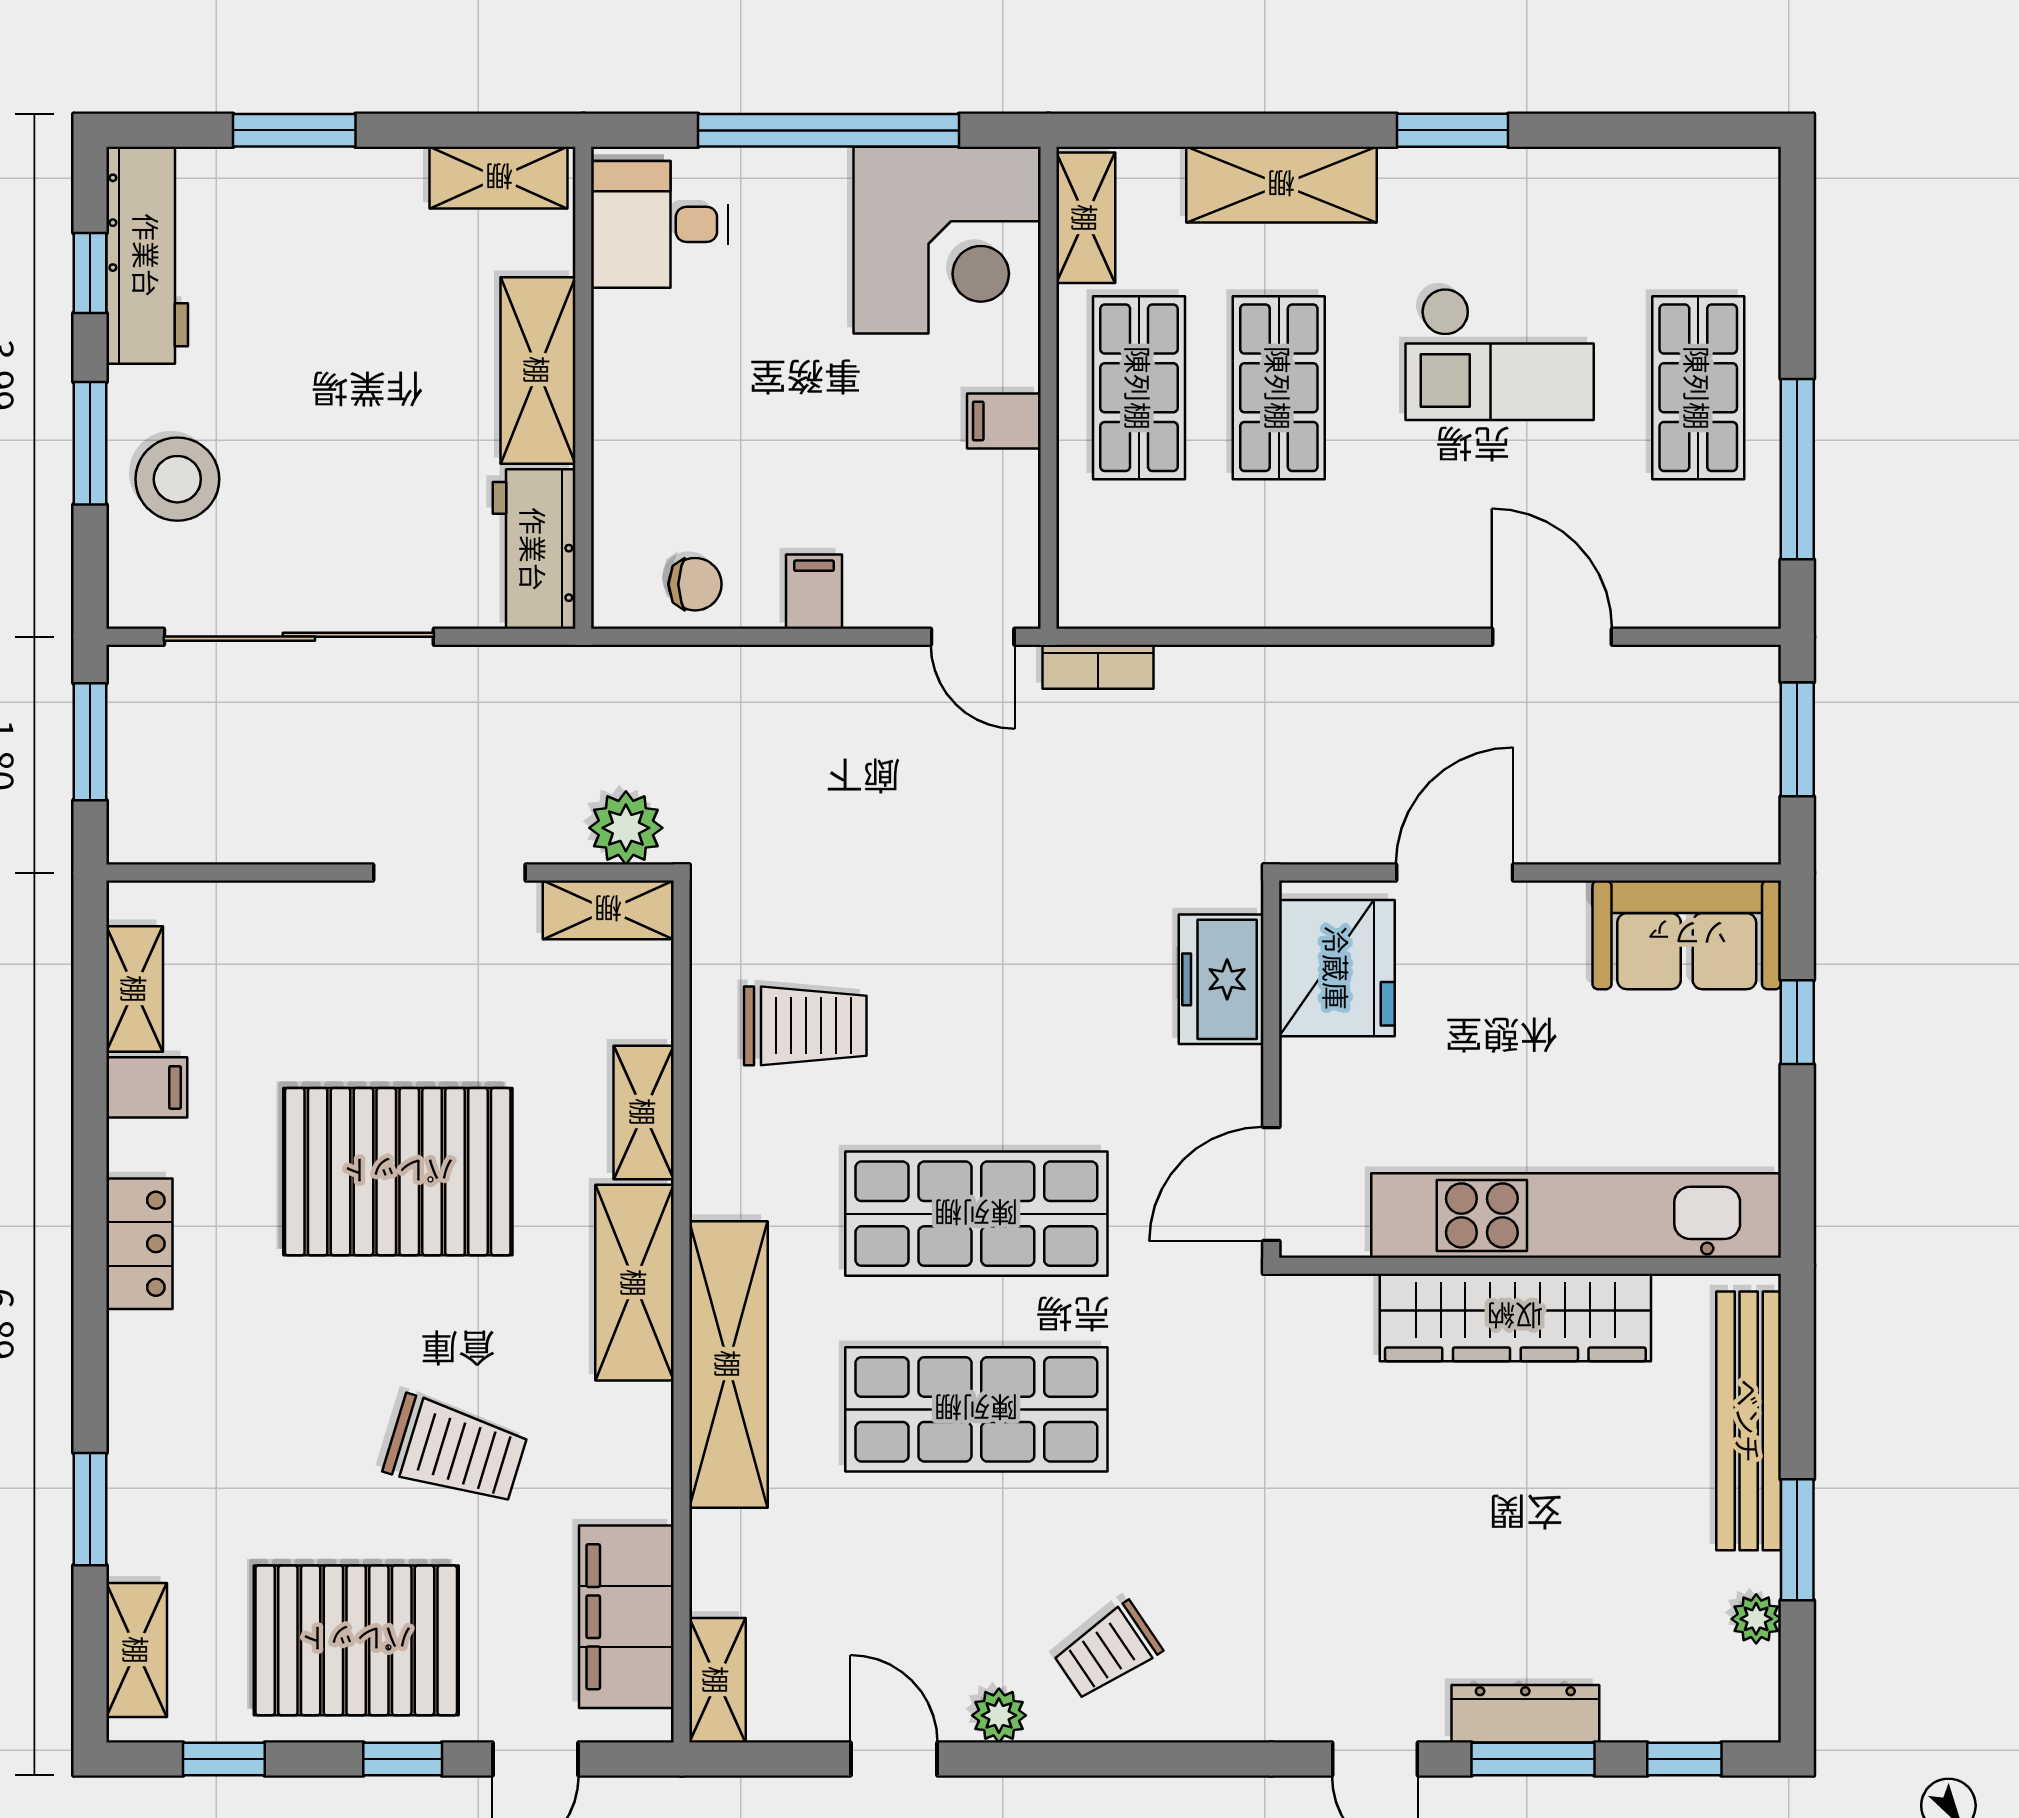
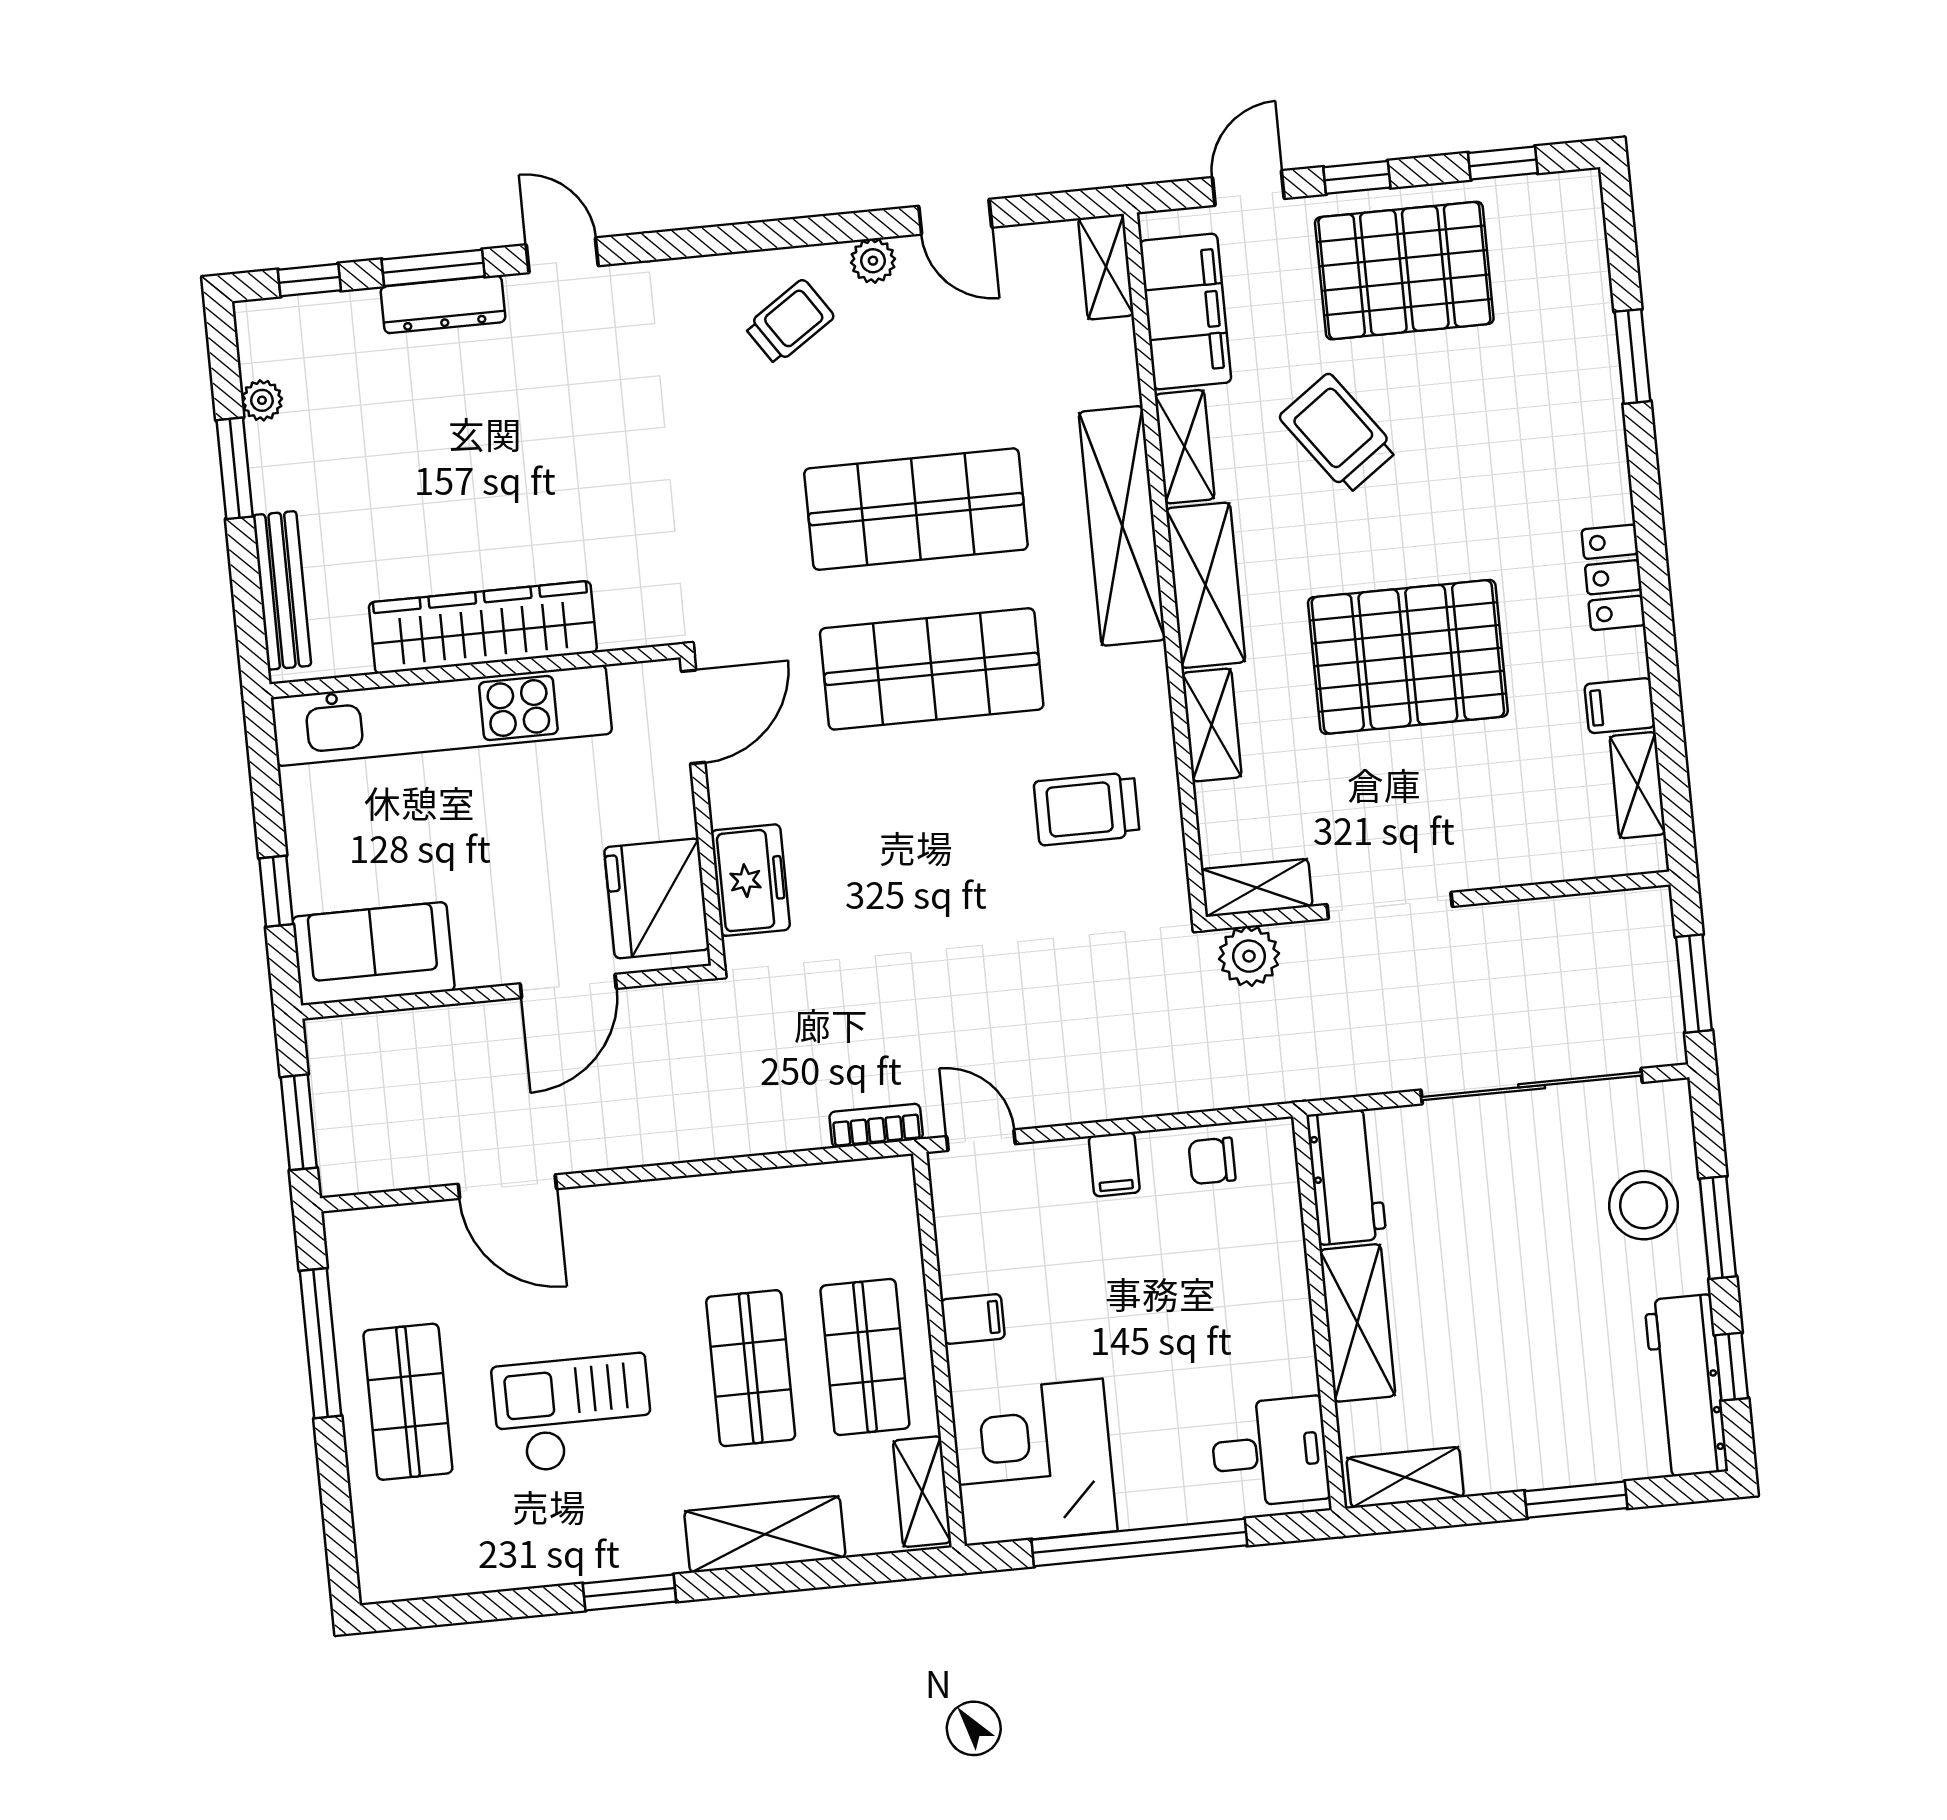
bench: (1749, 1421) -> (282, 590), width x0.73, depth x0.82
trolley: (456, 1451) -> (1338, 433), turned 37
shelving: (137, 1650) -> (1185, 447), moved

